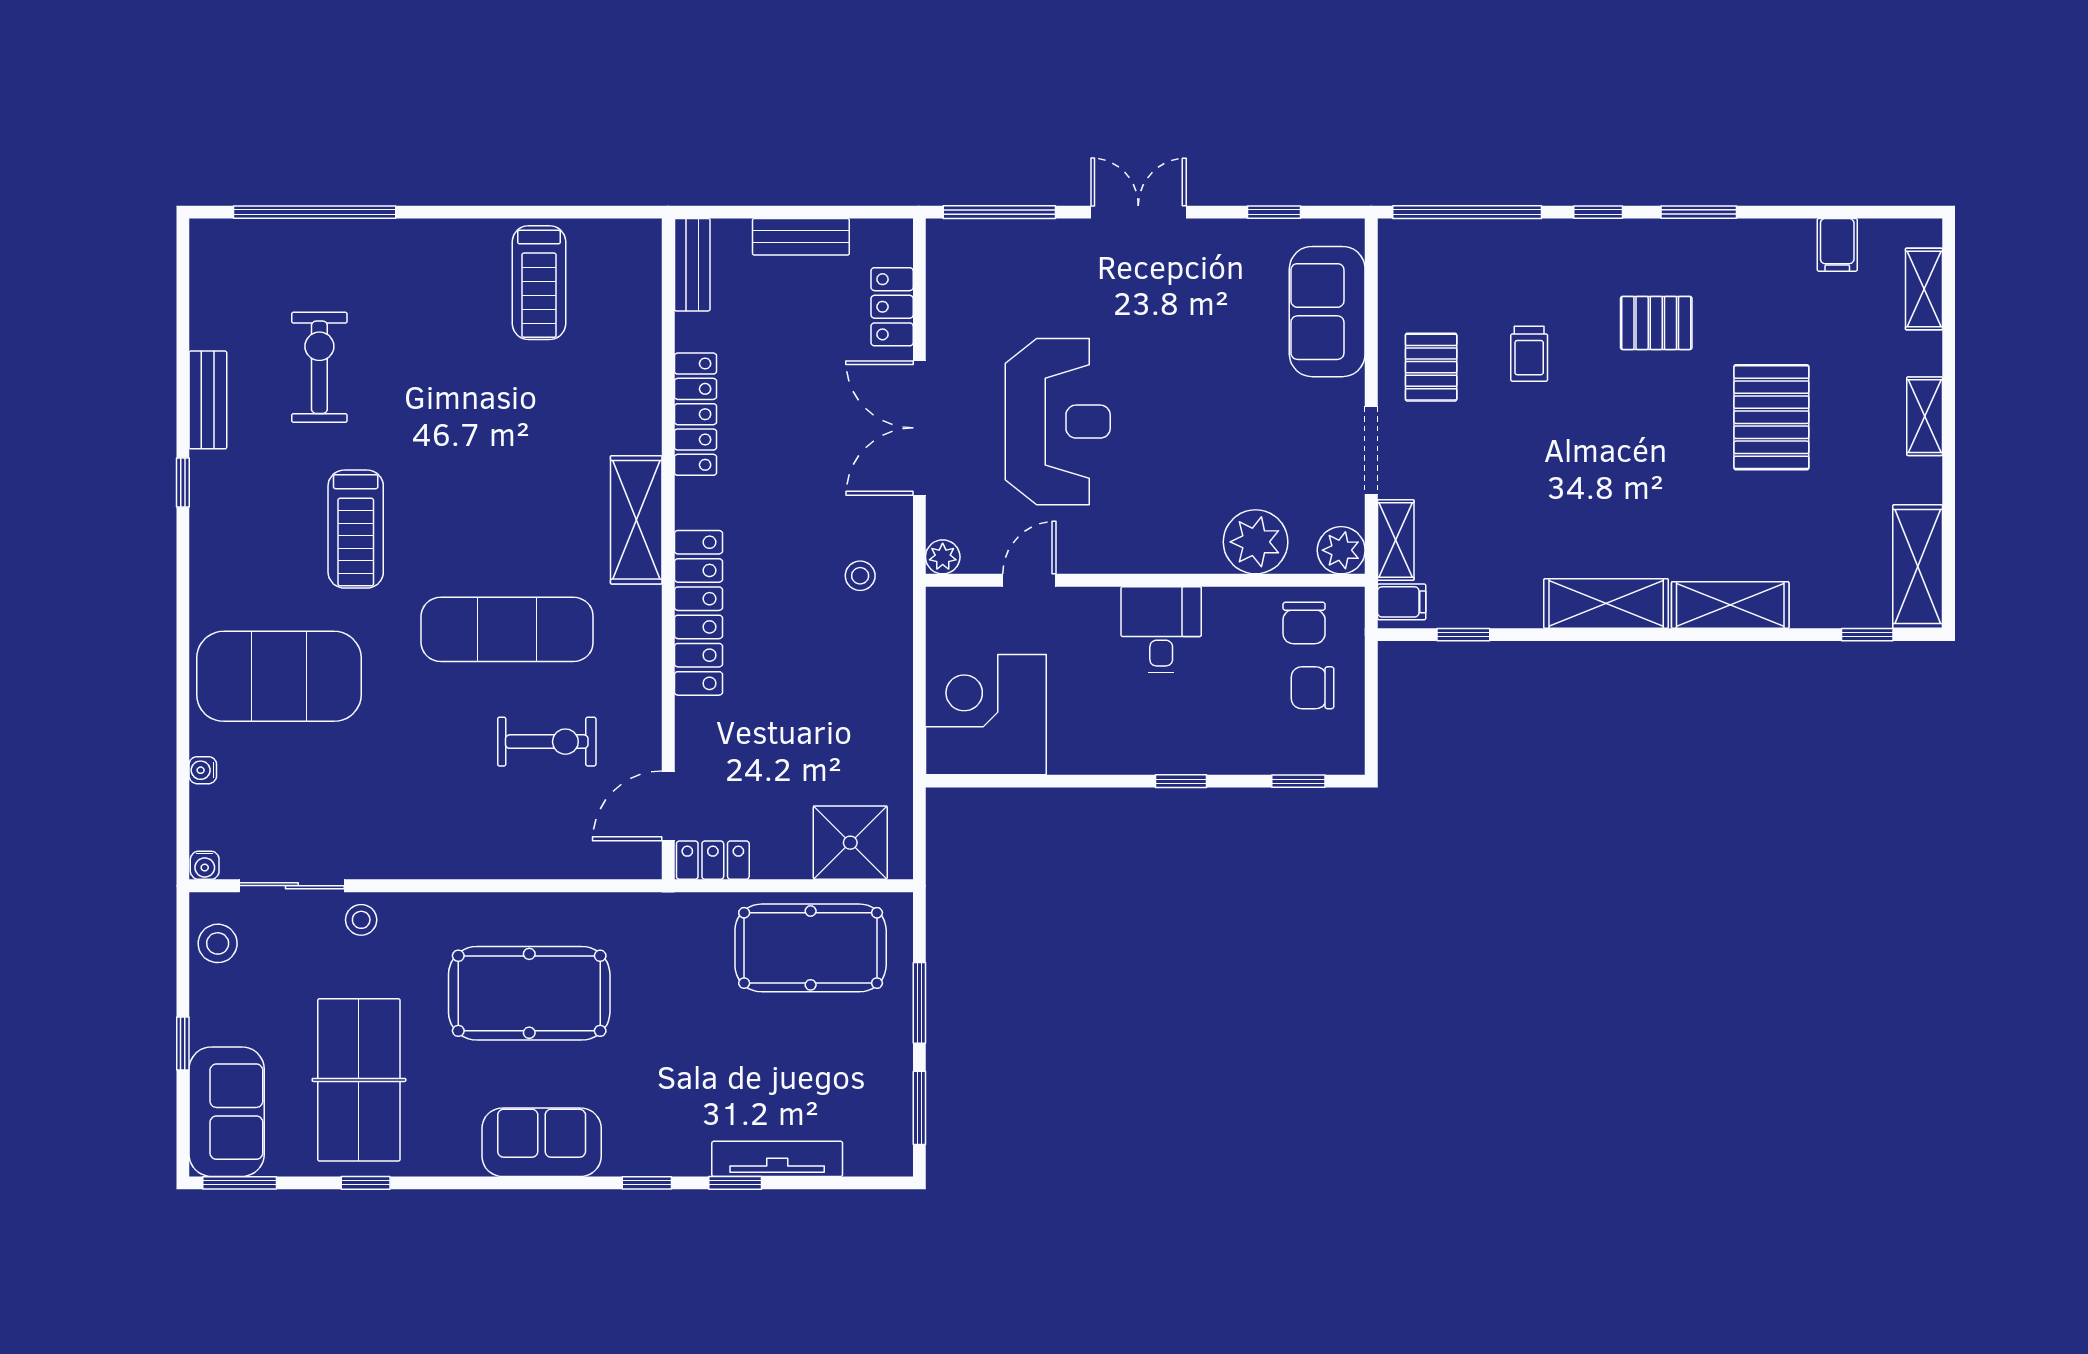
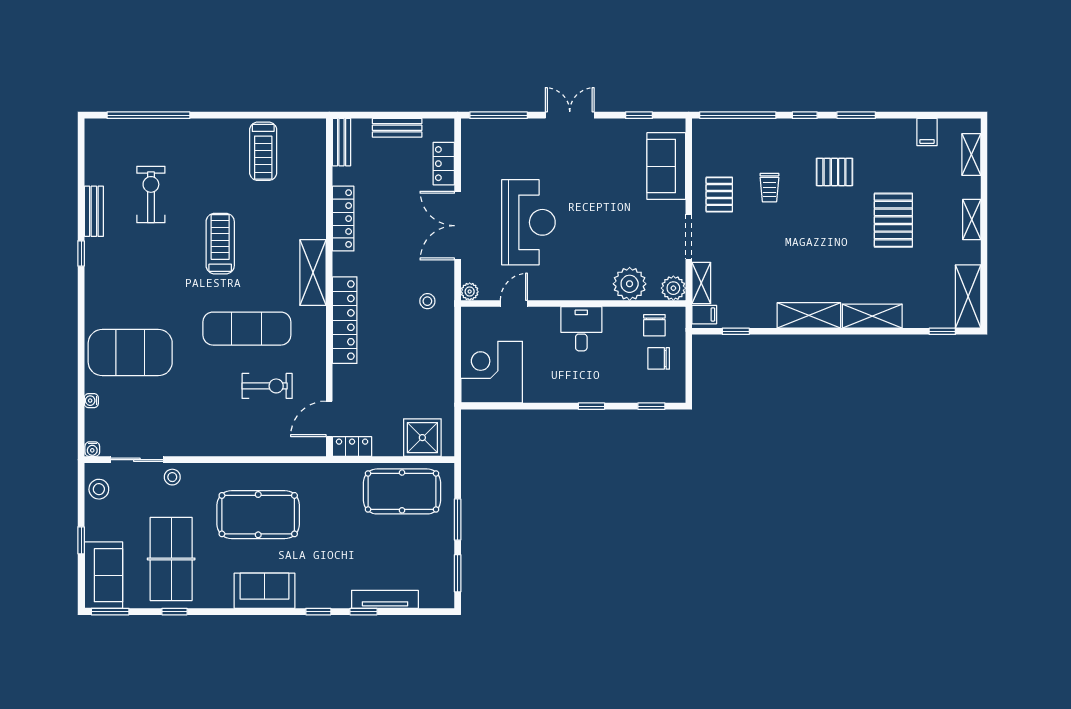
treadmill: (356, 529) -> (220, 244), moved, turned 180

